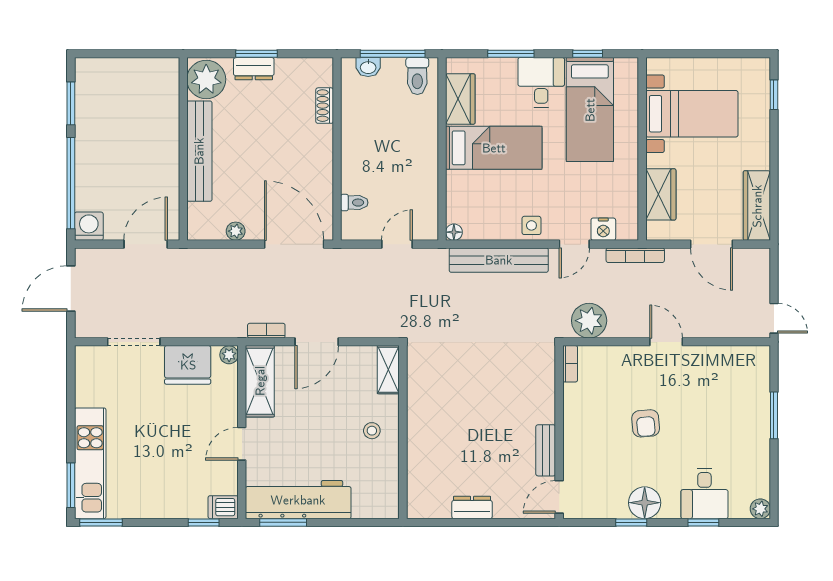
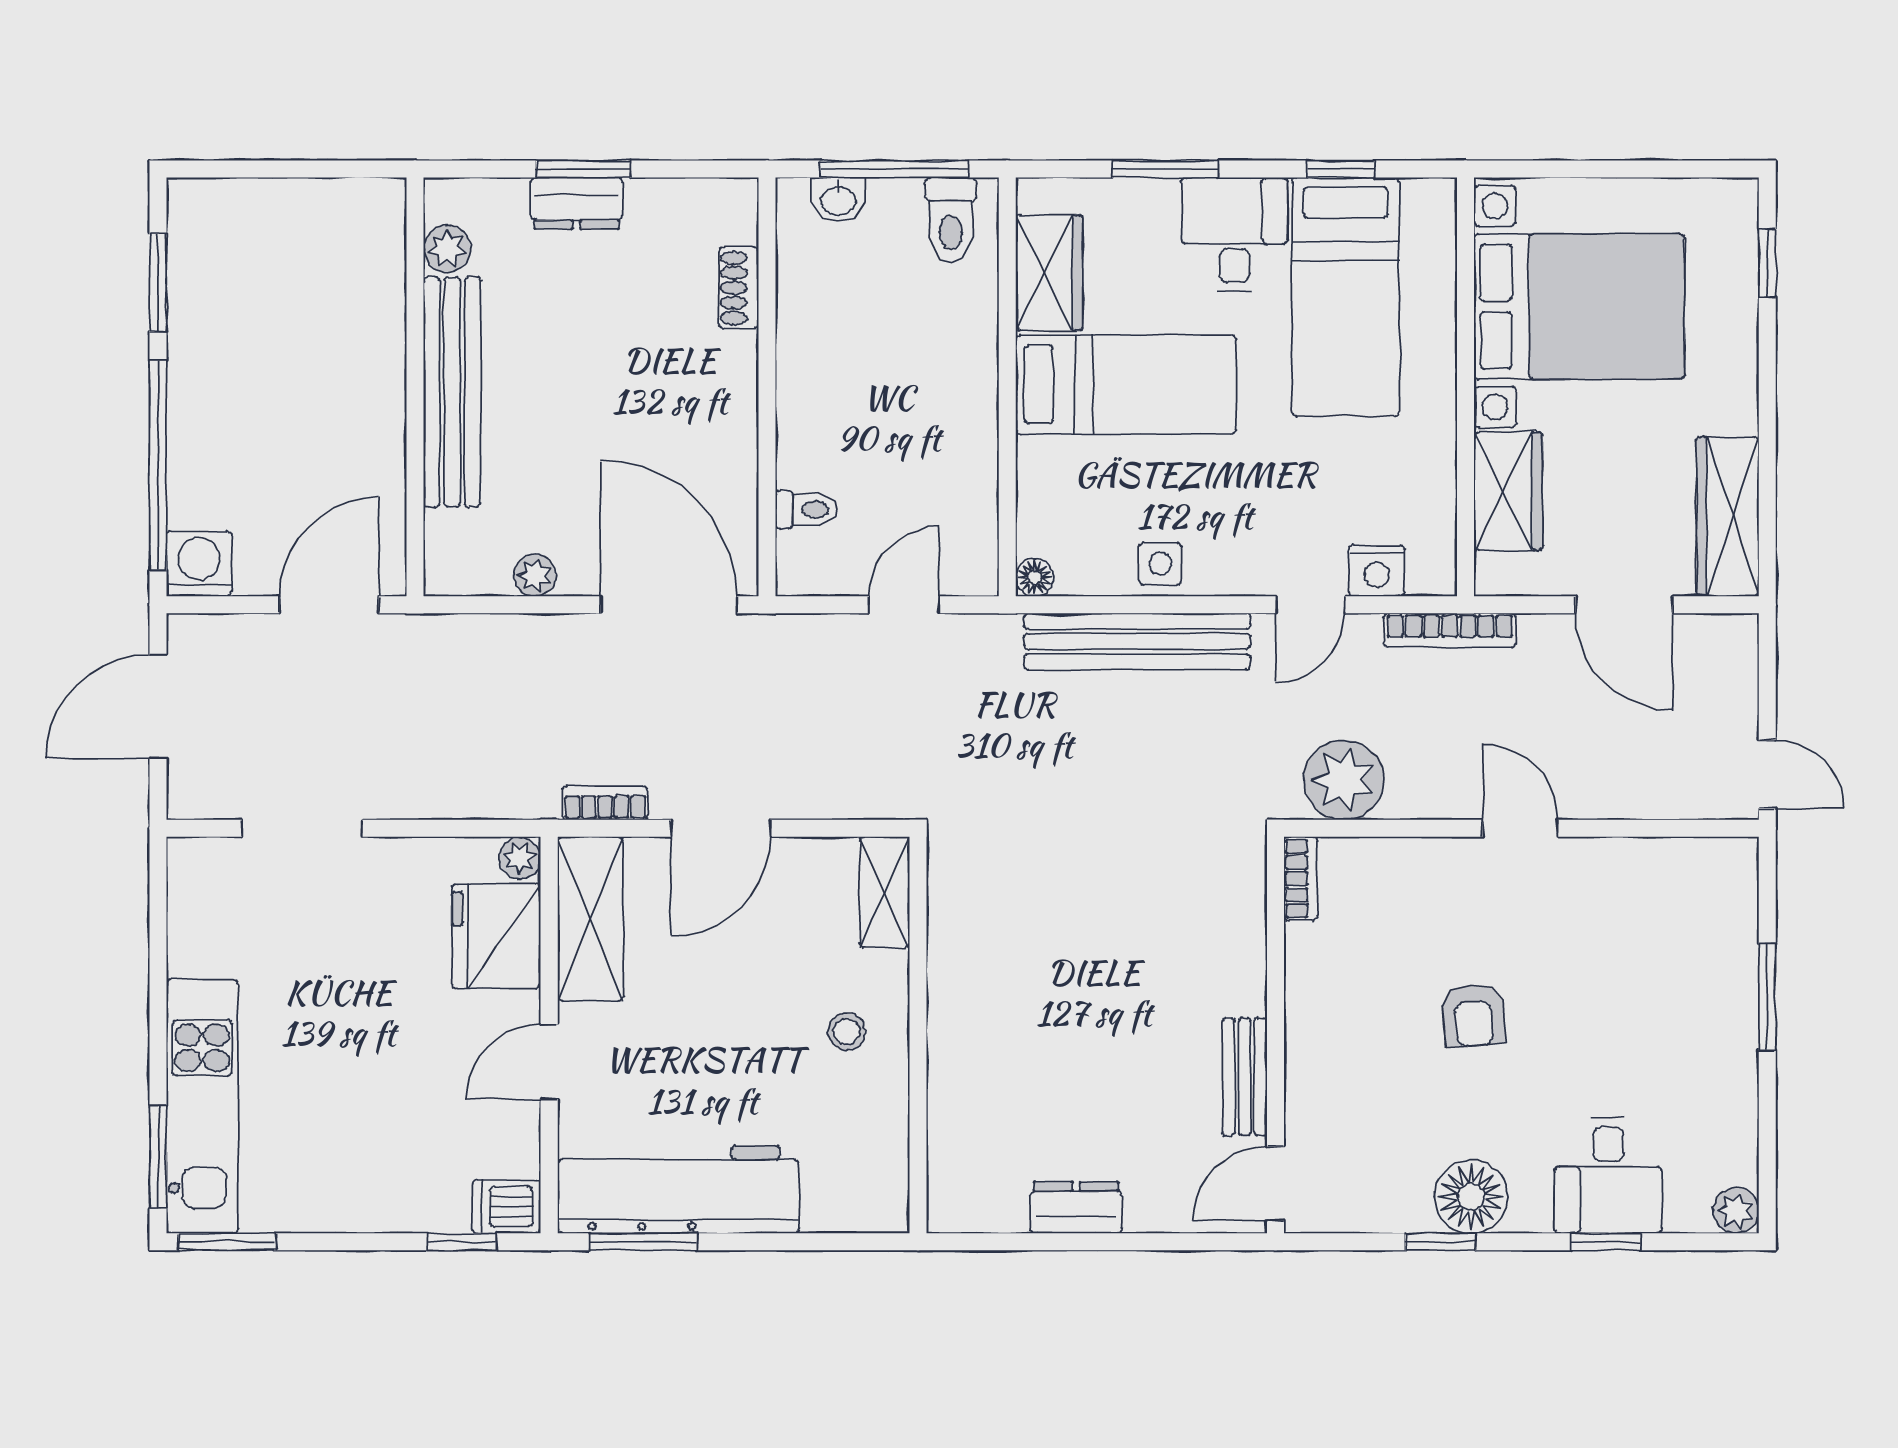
plant: (206, 79) -> (447, 249), width x0.53, depth x0.53
bed with nightstands: (692, 114) -> (1579, 306), width x1.36
side table: (531, 225) -> (1160, 564), moved
fridge: (188, 365) -> (496, 936), moved, turned 90

